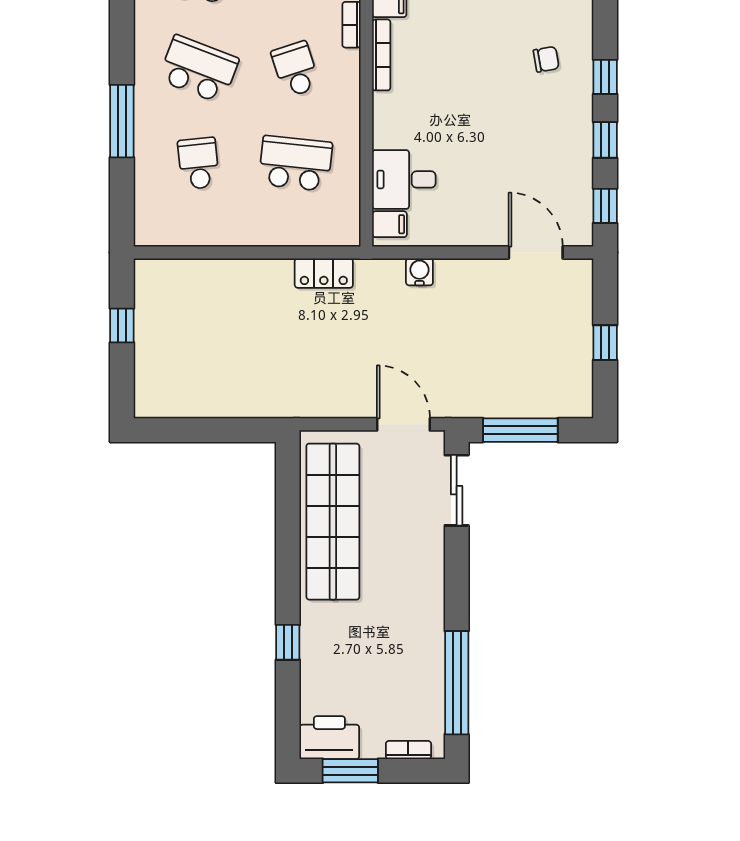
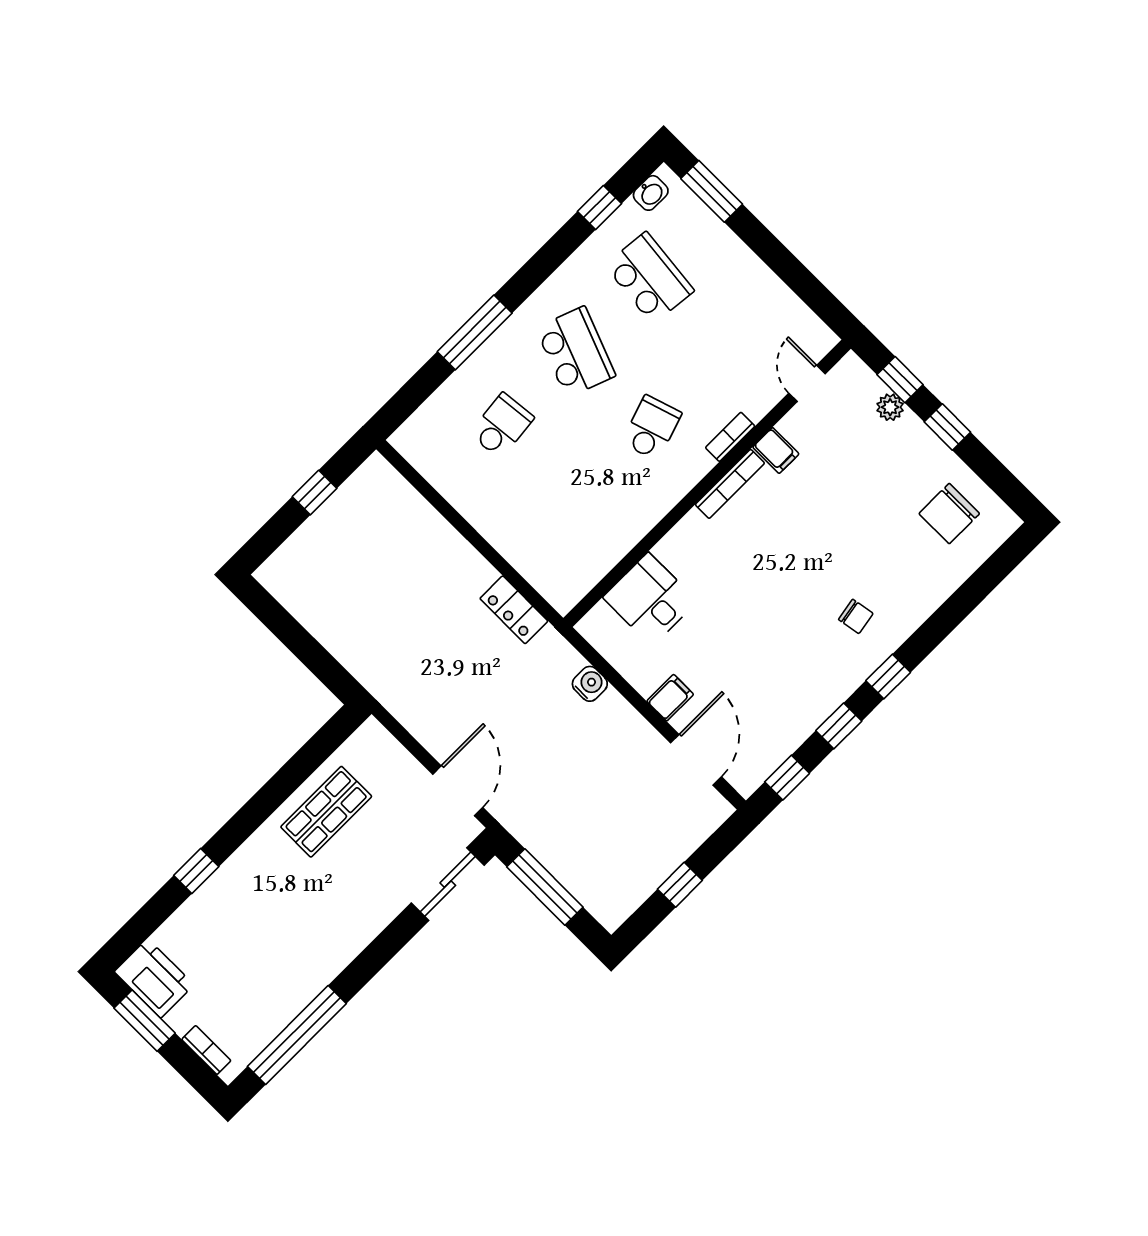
school desk: (296, 163) -> (578, 502), removed
filing cabinet: (390, 224) -> (670, 698), moved, turned -90
shop shelf: (333, 522) -> (326, 812), width x0.50, depth x0.74

